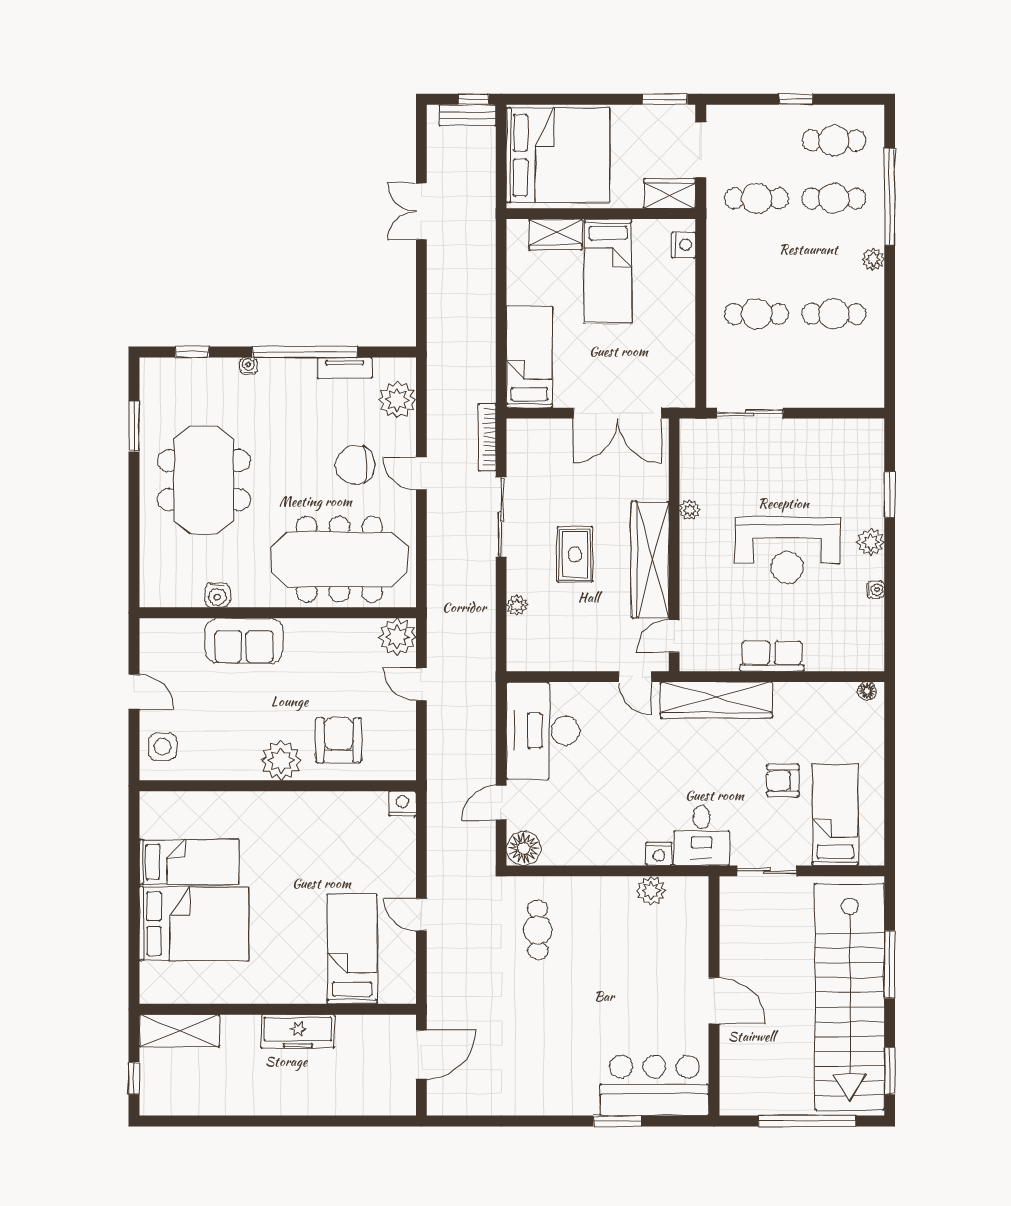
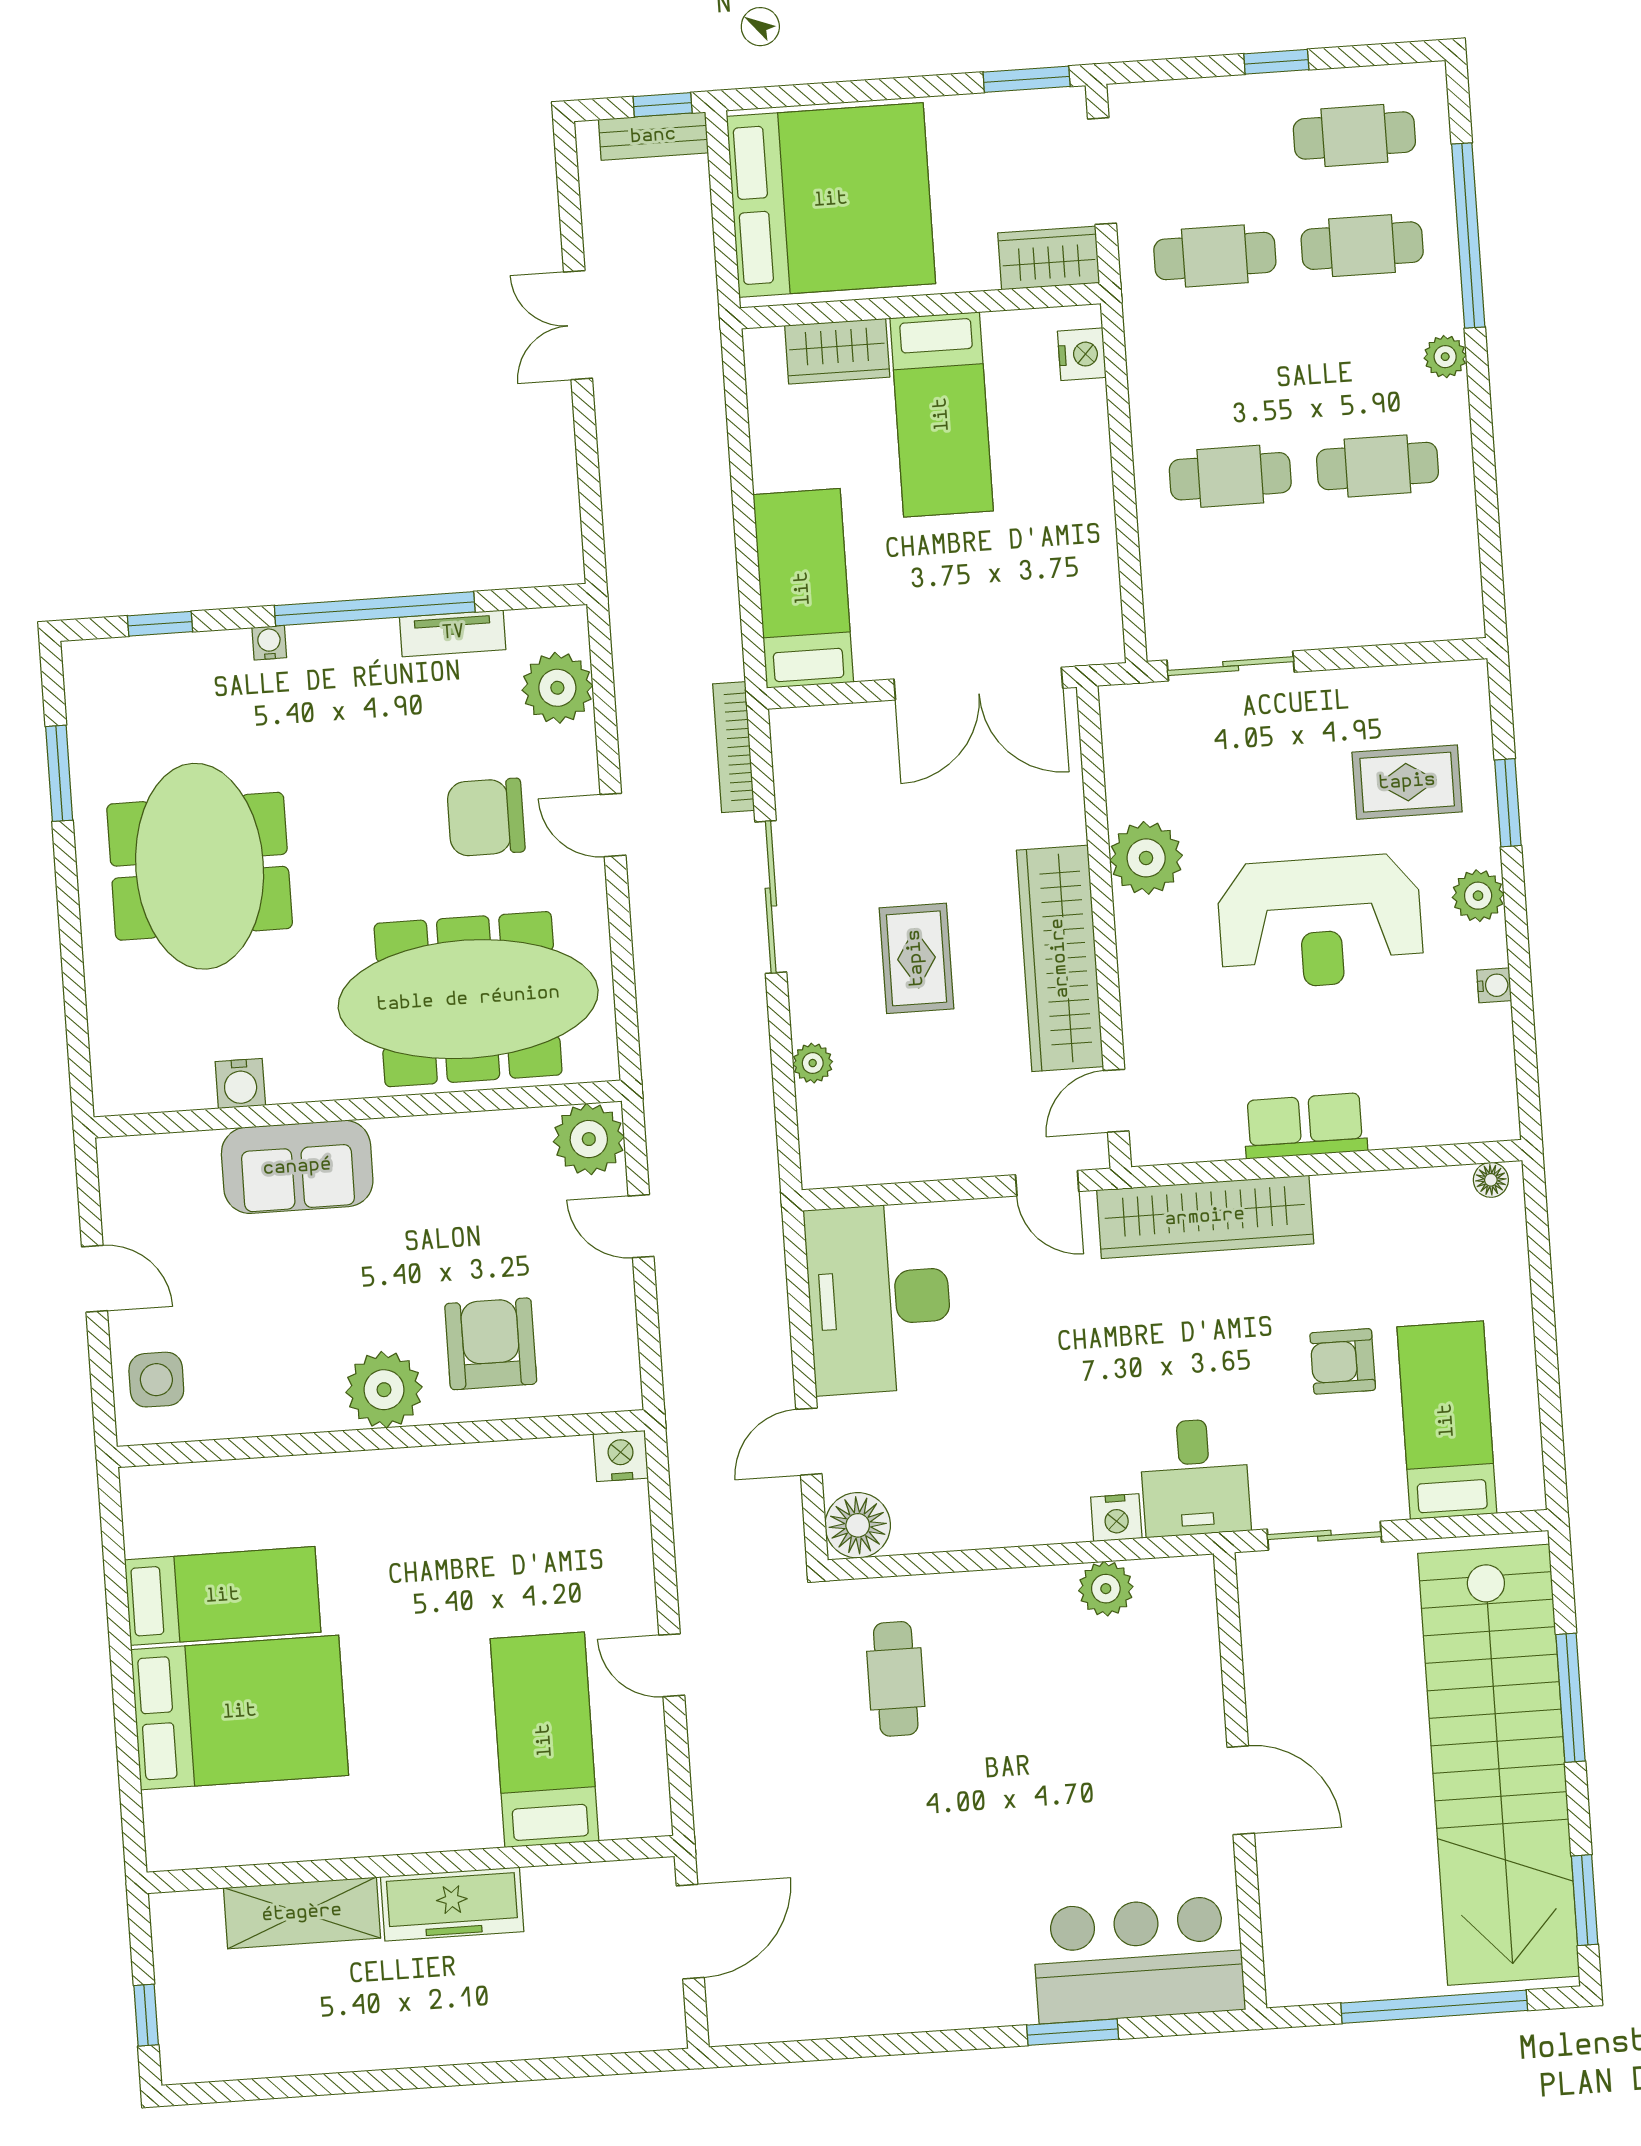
rug: (838, 480) -> (1407, 782), added
plant: (690, 510) -> (1146, 858), width x1.88, depth x1.88
shelving: (179, 1031) -> (302, 1913), moved

